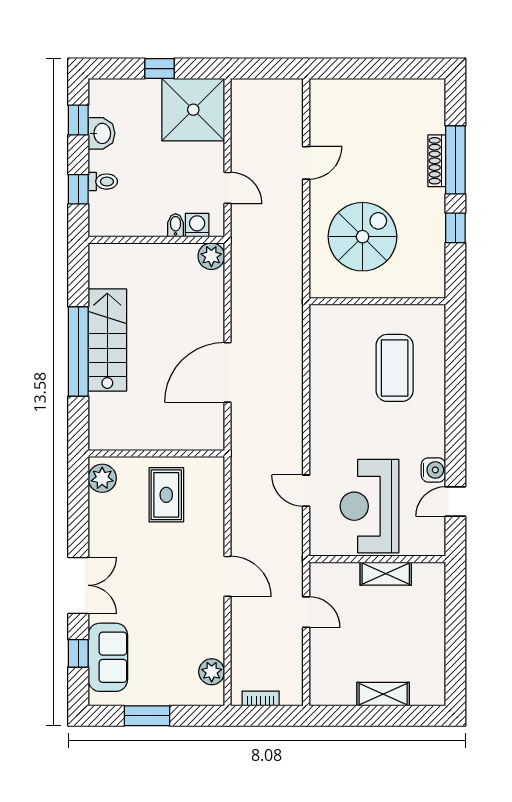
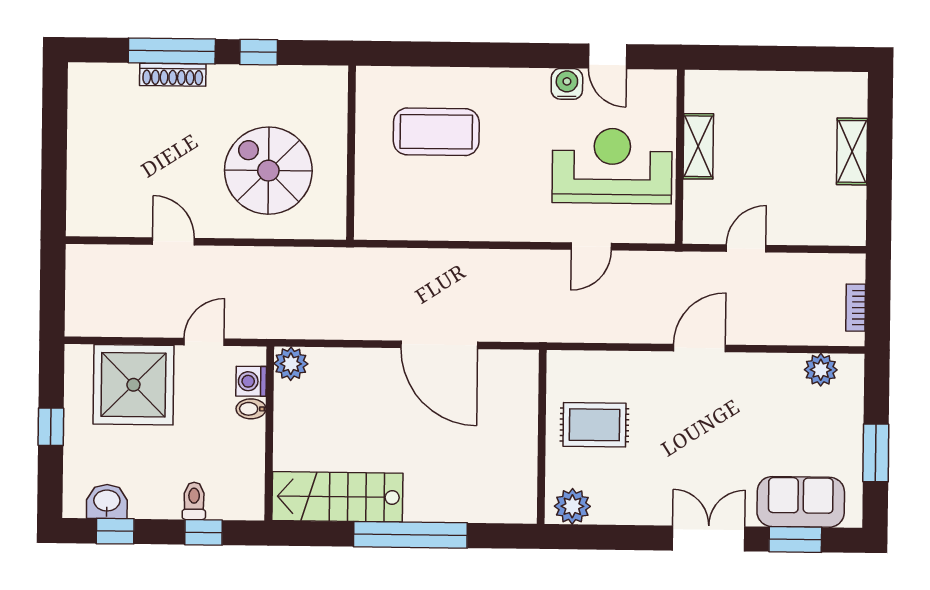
shower: (193, 110) -> (133, 385), moved
washbasin: (101, 133) -> (107, 502), moved
stairs: (107, 340) -> (337, 497), moved
reception desk: (369, 506) -> (612, 166), turned 180
window: (78, 653) -> (795, 540), width x1.50

